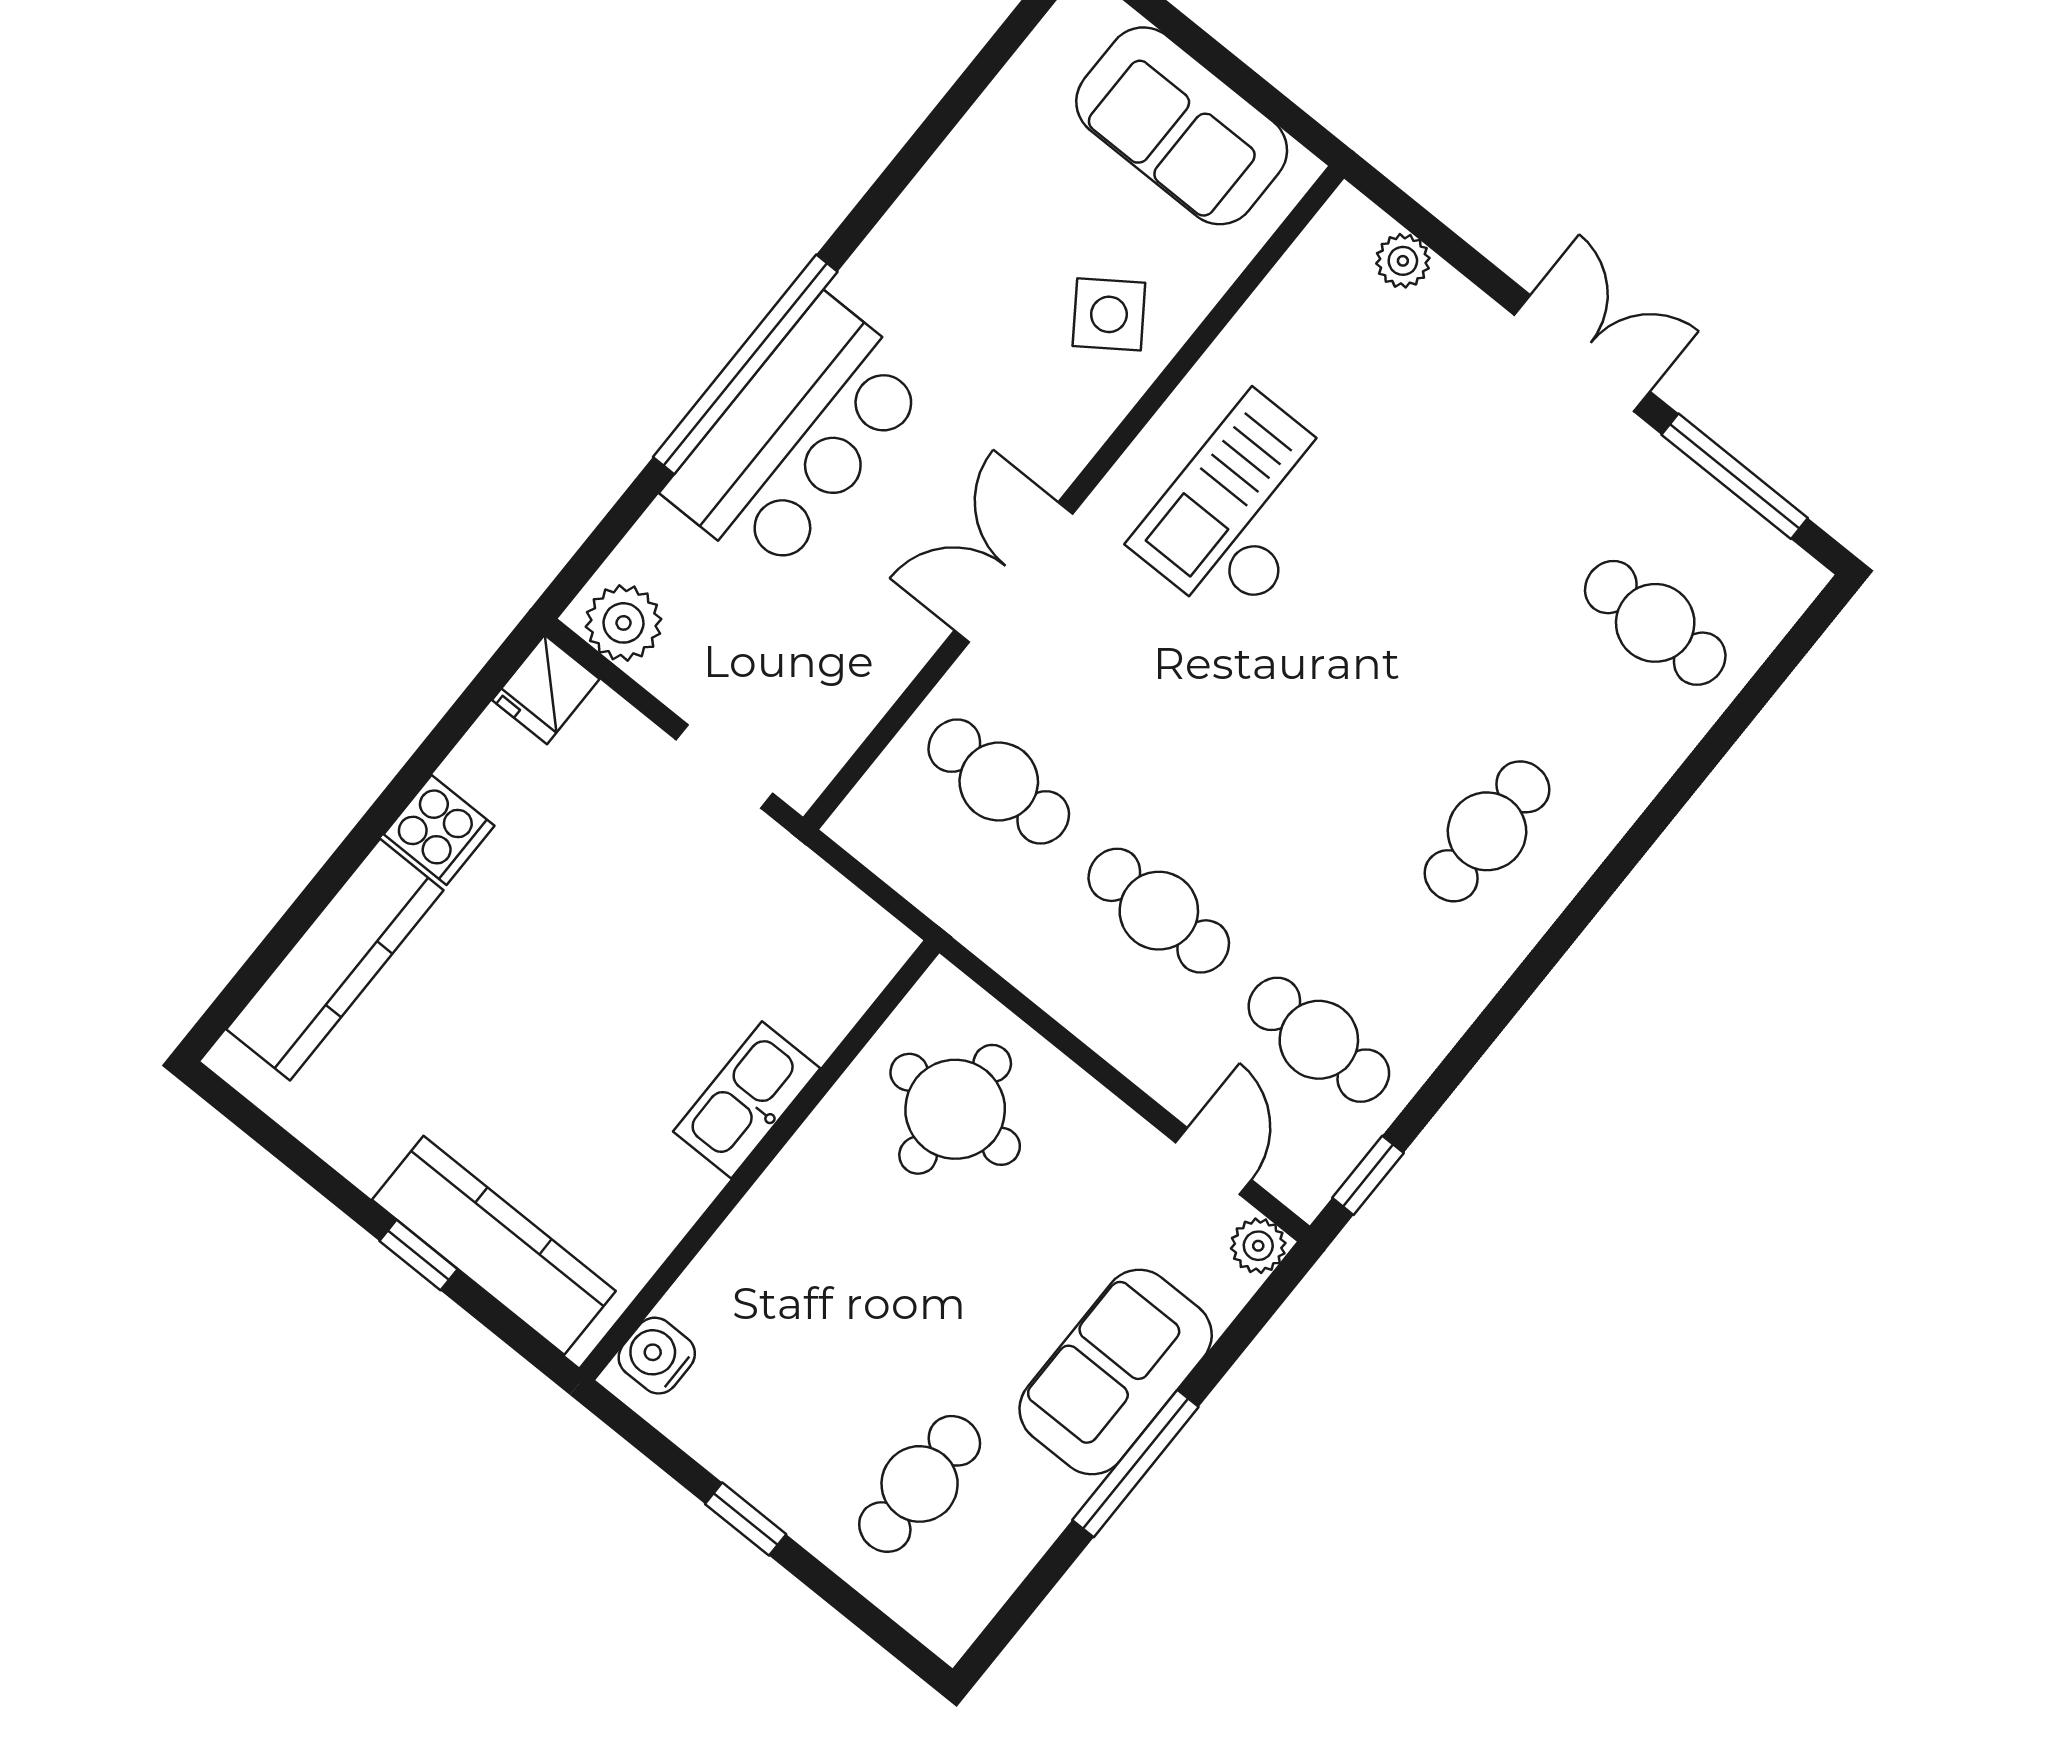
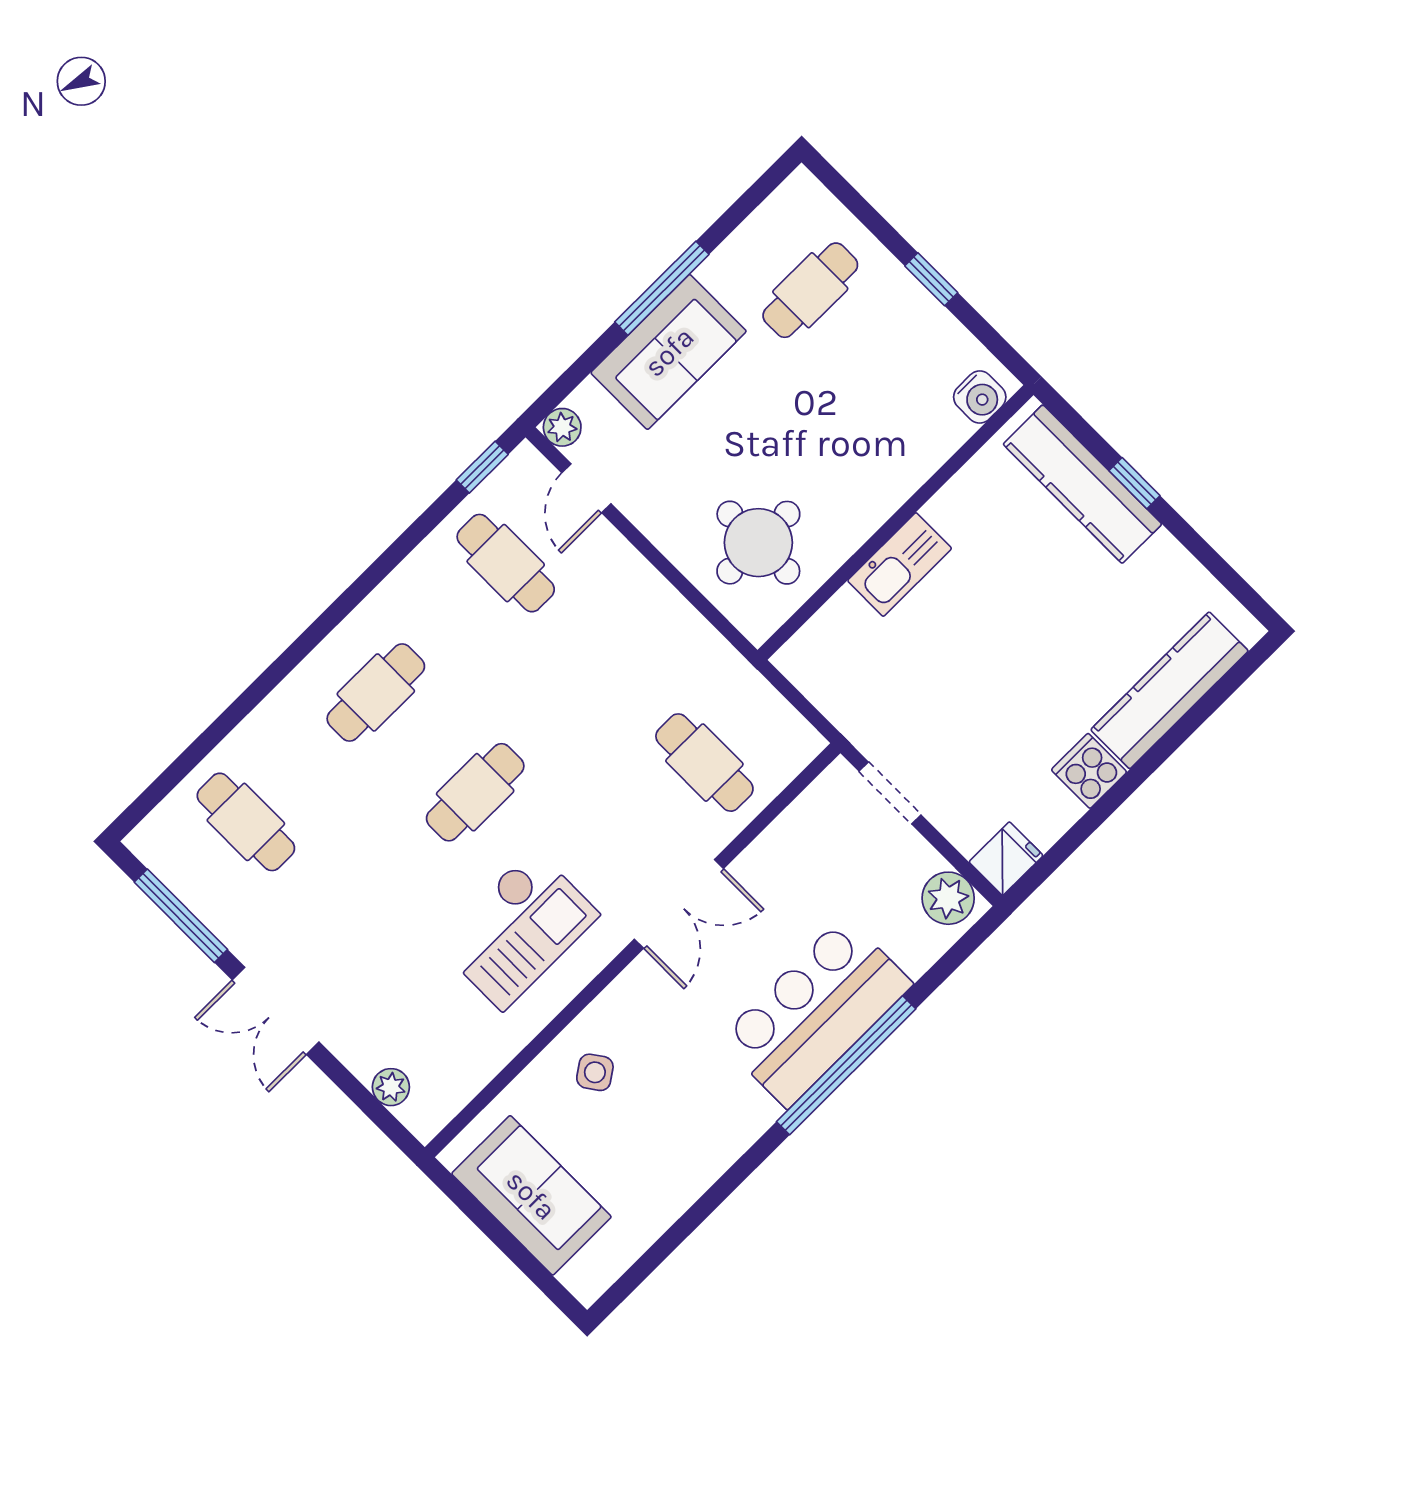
side table: (1109, 314) -> (595, 1072), width x0.73, depth x0.73
cafe table: (1159, 911) -> (475, 792), moved, turned 90

